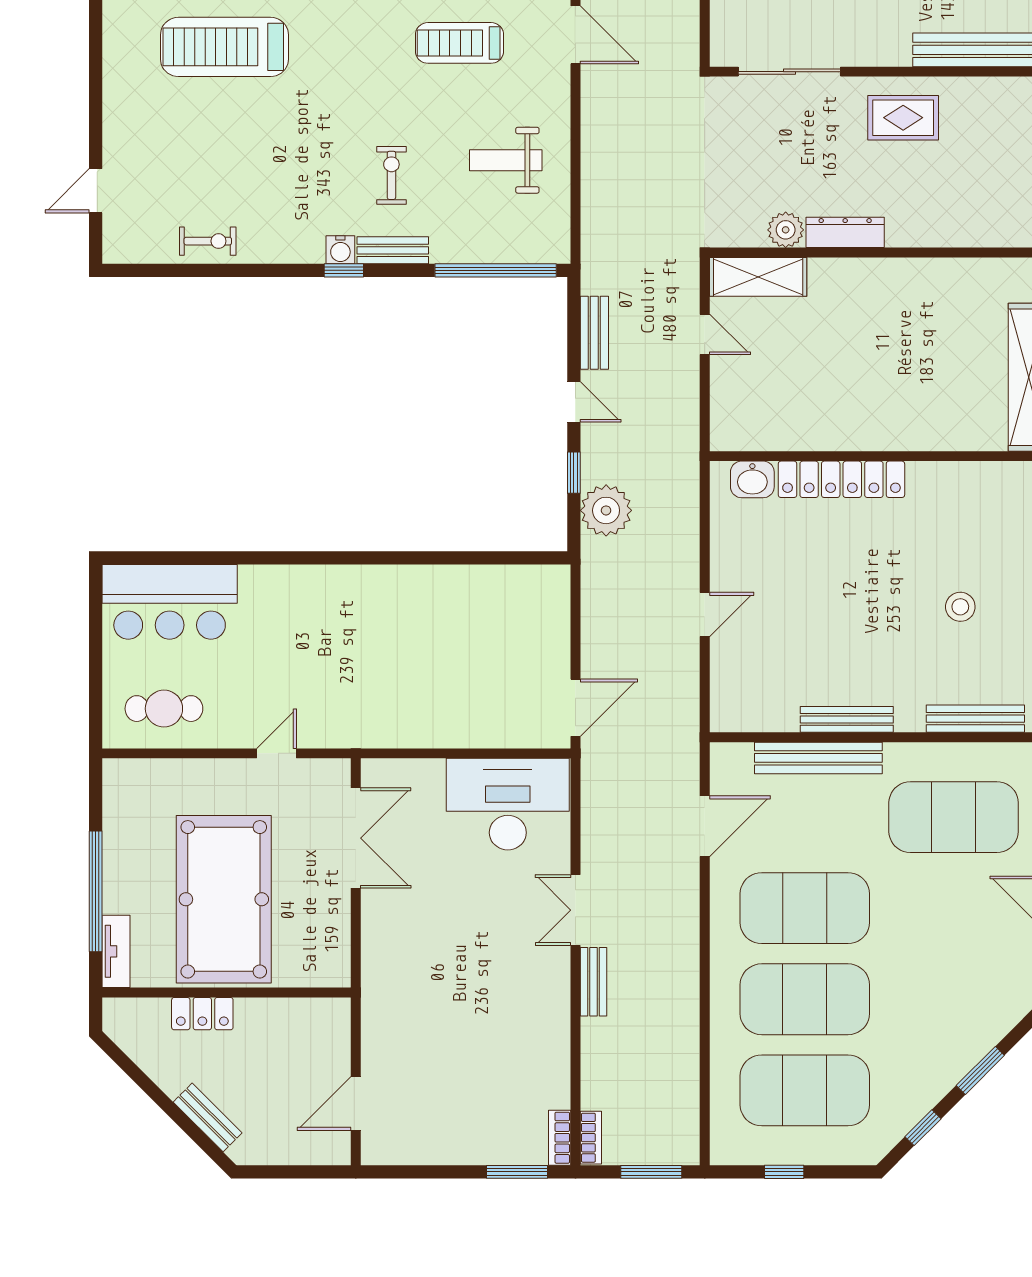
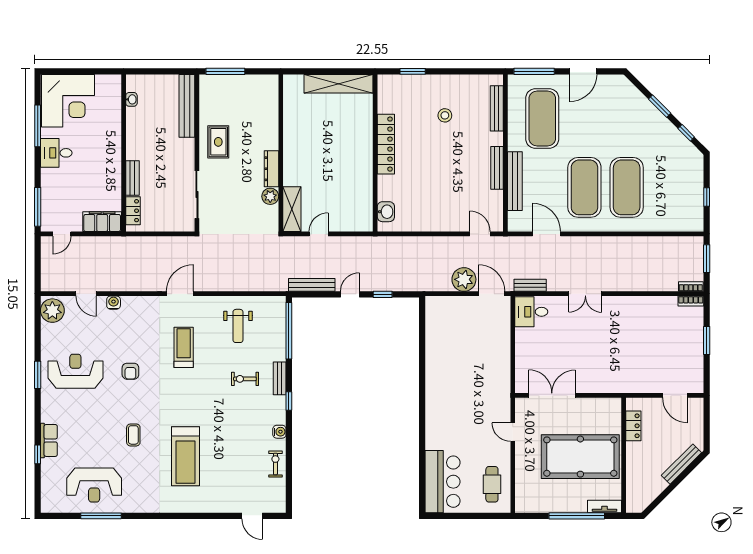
treadmill: (460, 43) -> (184, 347), turned 180
water cooler: (340, 250) -> (279, 432), moved
bench: (594, 333) -> (312, 285), width x1.36
locker: (841, 479) -> (386, 144), moved
plant: (606, 510) -> (464, 279), moved
door: (705, 615) -> (480, 234), moved
desk: (508, 804) -> (531, 312), width x0.53, depth x0.77
bench: (593, 982) -> (530, 285), moved
locker: (202, 1014) -> (633, 426), moved
exercise mat: (805, 1090) -> (669, 187), removed
bench: (208, 1117) -> (681, 464), width x1.36
window: (517, 1172) -> (707, 340), moved

